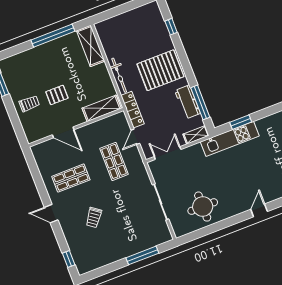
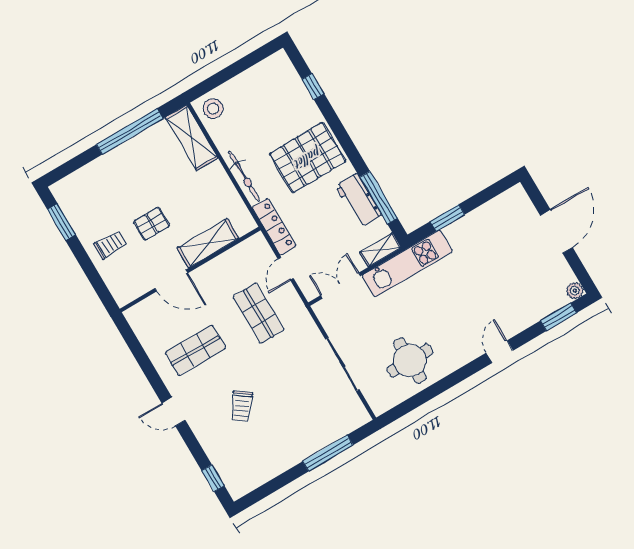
stool: (107, 30) -> (213, 109), added
shelving: (102, 108) -> (208, 243), moved
kitchen unit: (230, 139) -> (407, 263), moved

